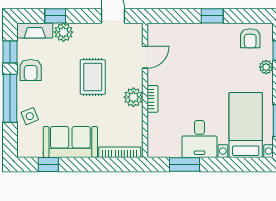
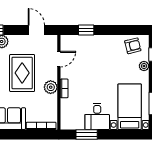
window: (212, 16) -> (86, 30), moved
armchair: (250, 38) -> (133, 46), turned -104
rug: (93, 77) -> (22, 73), width x1.36, depth x1.43

